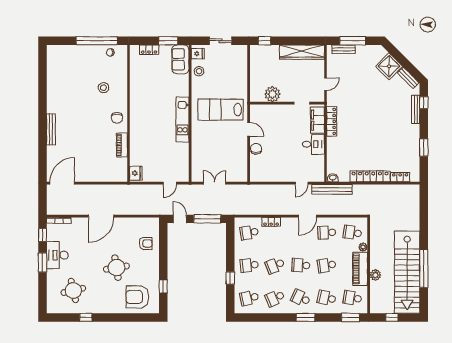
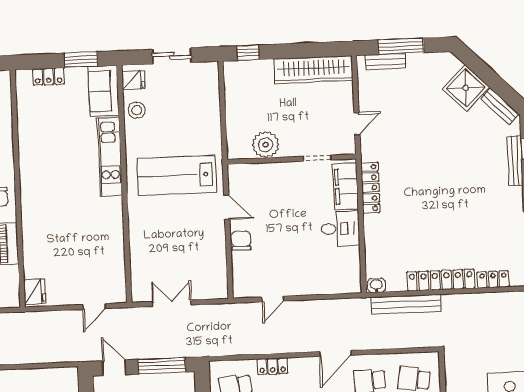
kitchen unit: (182, 119) -> (110, 157), moved
door: (302, 183) -> (273, 299), moved
bench: (332, 189) -> (406, 304), moved

